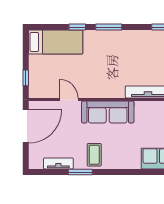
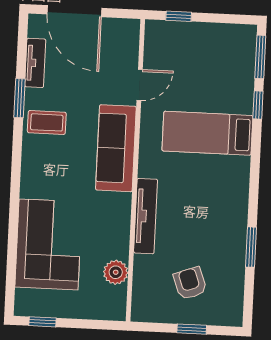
window: (109, 27) -> (260, 57), moved
bed: (56, 42) -> (207, 133), moved, turned 90
door: (26, 126) -> (74, 11), moved

